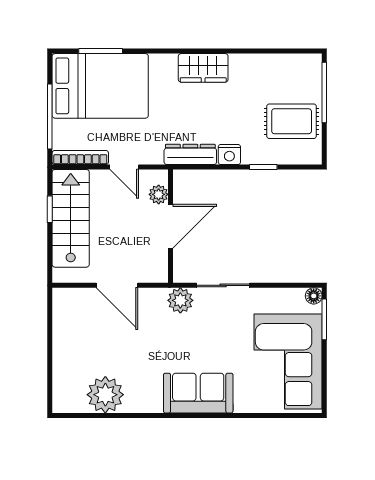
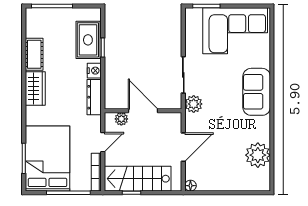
cot: (253, 66) -> (34, 54), added
rug: (292, 121) -> (88, 40), moved
floor lamp: (314, 296) -> (190, 186), moved

